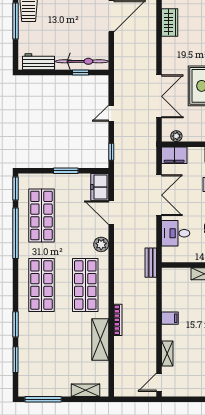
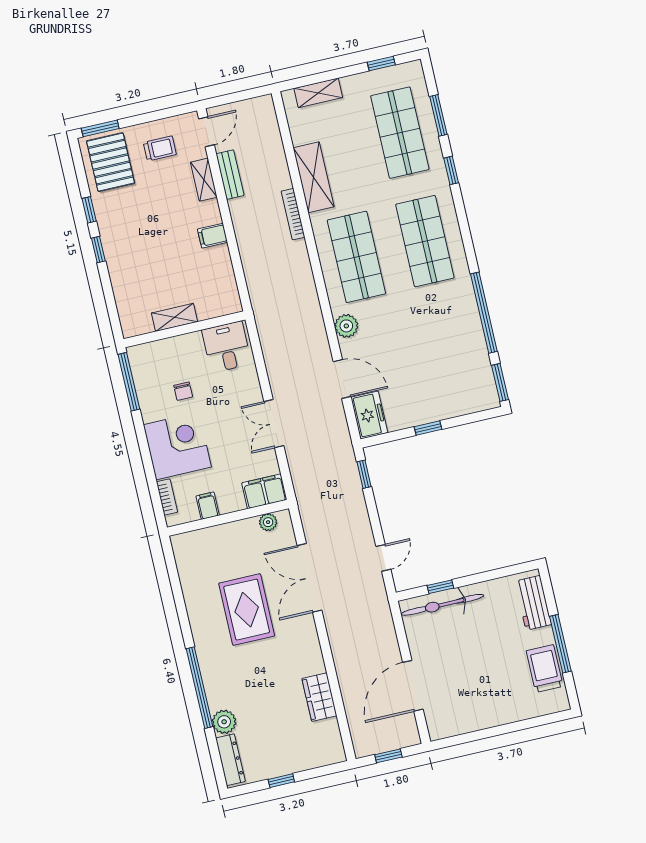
workbench: (38, 62) -> (533, 603), moved, turned 90
door: (111, 113) -> (383, 558), moved
window: (66, 171) -> (428, 428), width x0.67
double door: (159, 195) -> (274, 424), width x0.73
shop shelf: (41, 215) -> (400, 133), moved
desk: (176, 233) -> (227, 347), moved, turned -90
bench: (151, 263) -> (230, 175), moved
window: (16, 324) -> (451, 170), width x0.67
trolley: (190, 379) -> (160, 149), added
window: (43, 399) -> (381, 63), width x0.46

